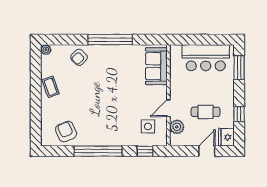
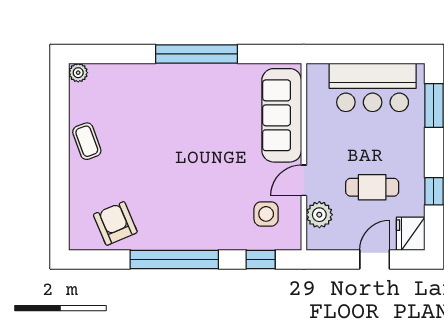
armchair: (79, 57) -> (139, 87), removed
sofa: (156, 66) -> (282, 115), width x1.36

